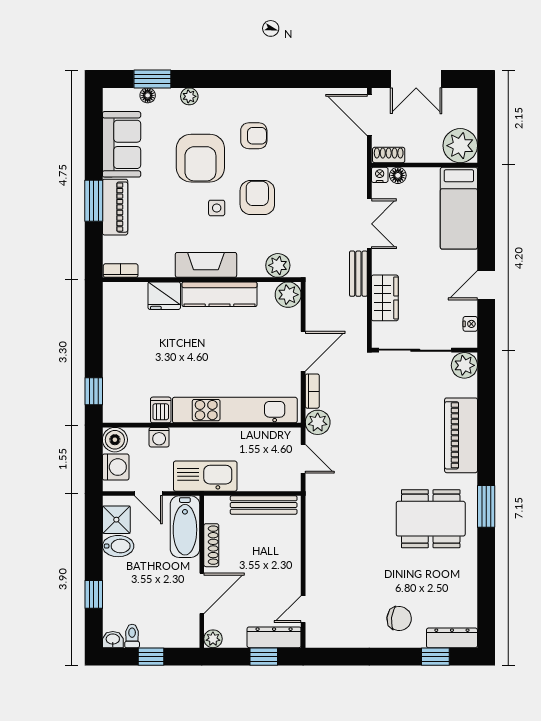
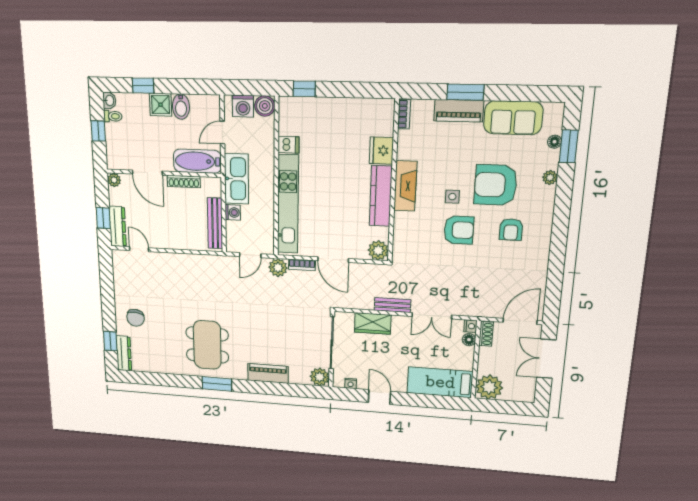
plant: (278, 265) -> (402, 244), removed
piano: (461, 435) -> (268, 373), width x0.73, depth x0.75
washing machine: (159, 437) -> (233, 212), moved, turned 180
shower: (116, 520) -> (161, 105), moved

